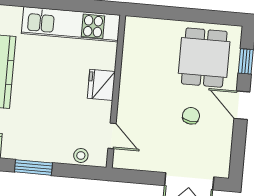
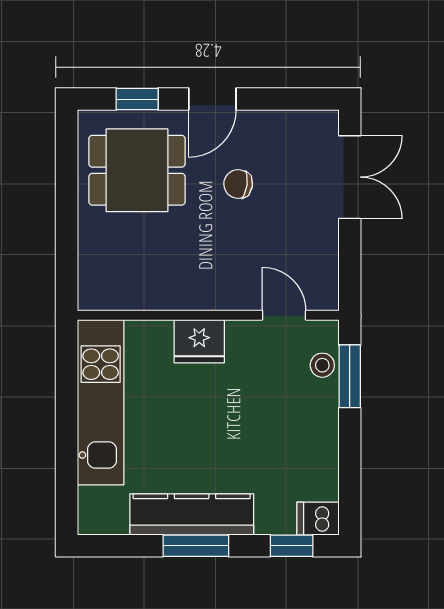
door: (112, 136) -> (284, 315), hinge flipped
window: (33, 167) -> (350, 376), moved

